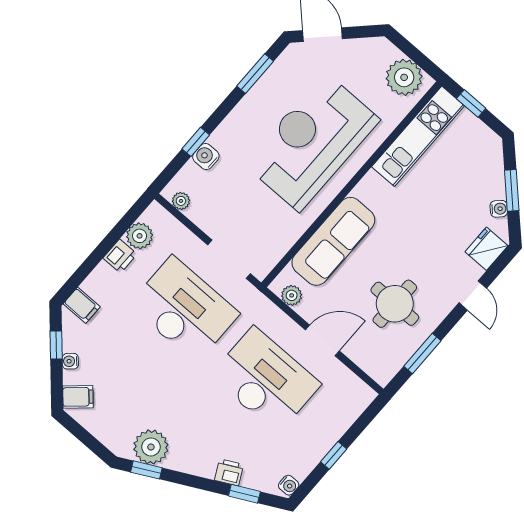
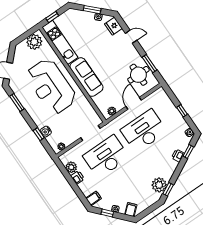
sofa: (333, 241) -> (86, 77), moved
round table: (395, 304) -> (138, 75), moved

